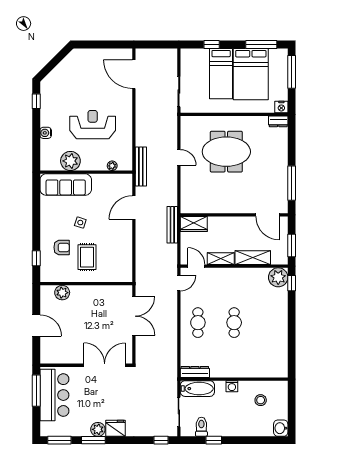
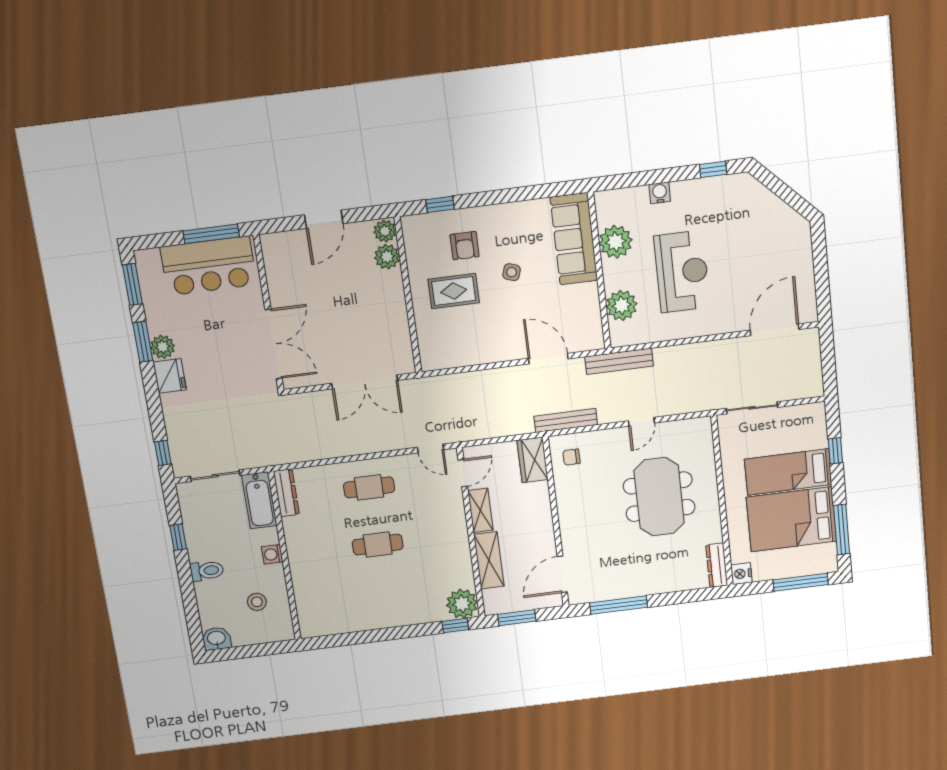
dresser: (278, 121) -> (717, 565), width x1.44
plant: (112, 166) -> (622, 305), width x1.87, depth x1.87
chair: (195, 201) -> (571, 457), added
bench: (172, 225) -> (566, 420), moved
plant: (47, 292) -> (385, 231), added
toilet: (201, 427) -> (207, 571), moved

